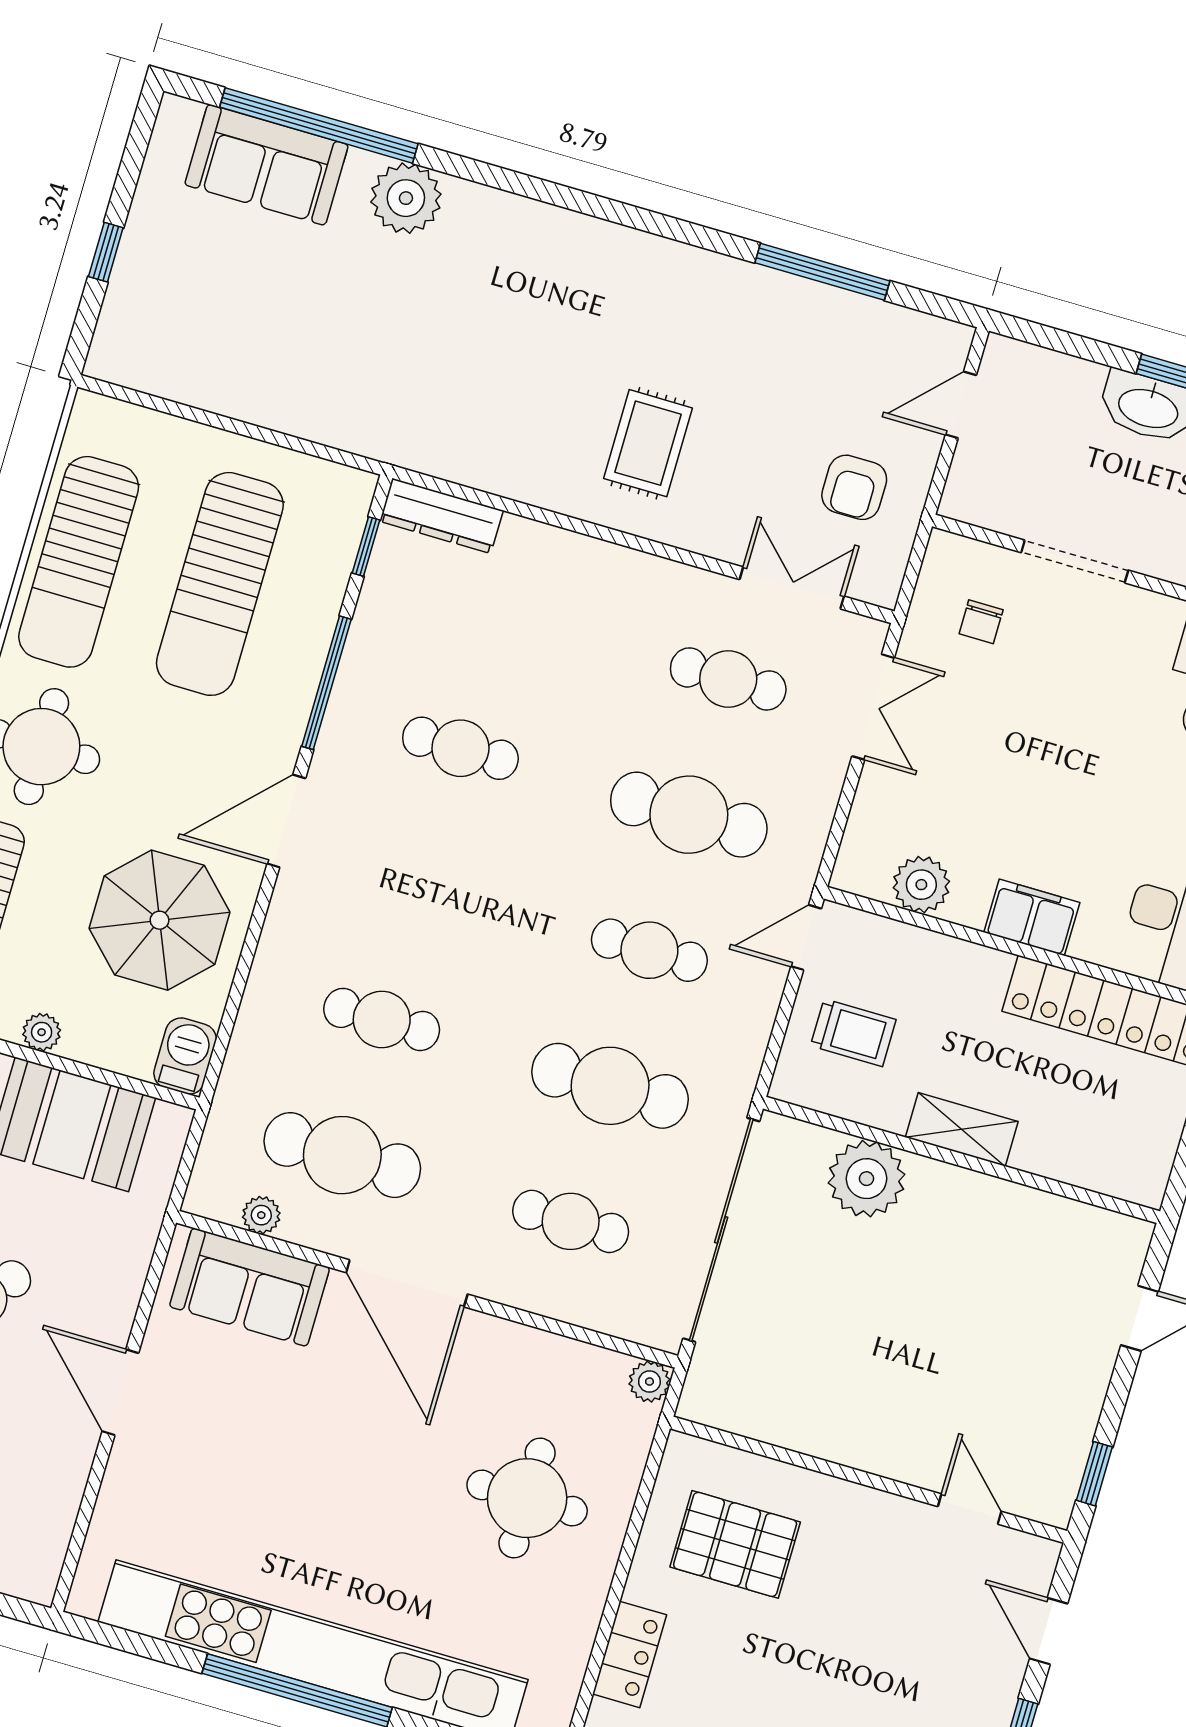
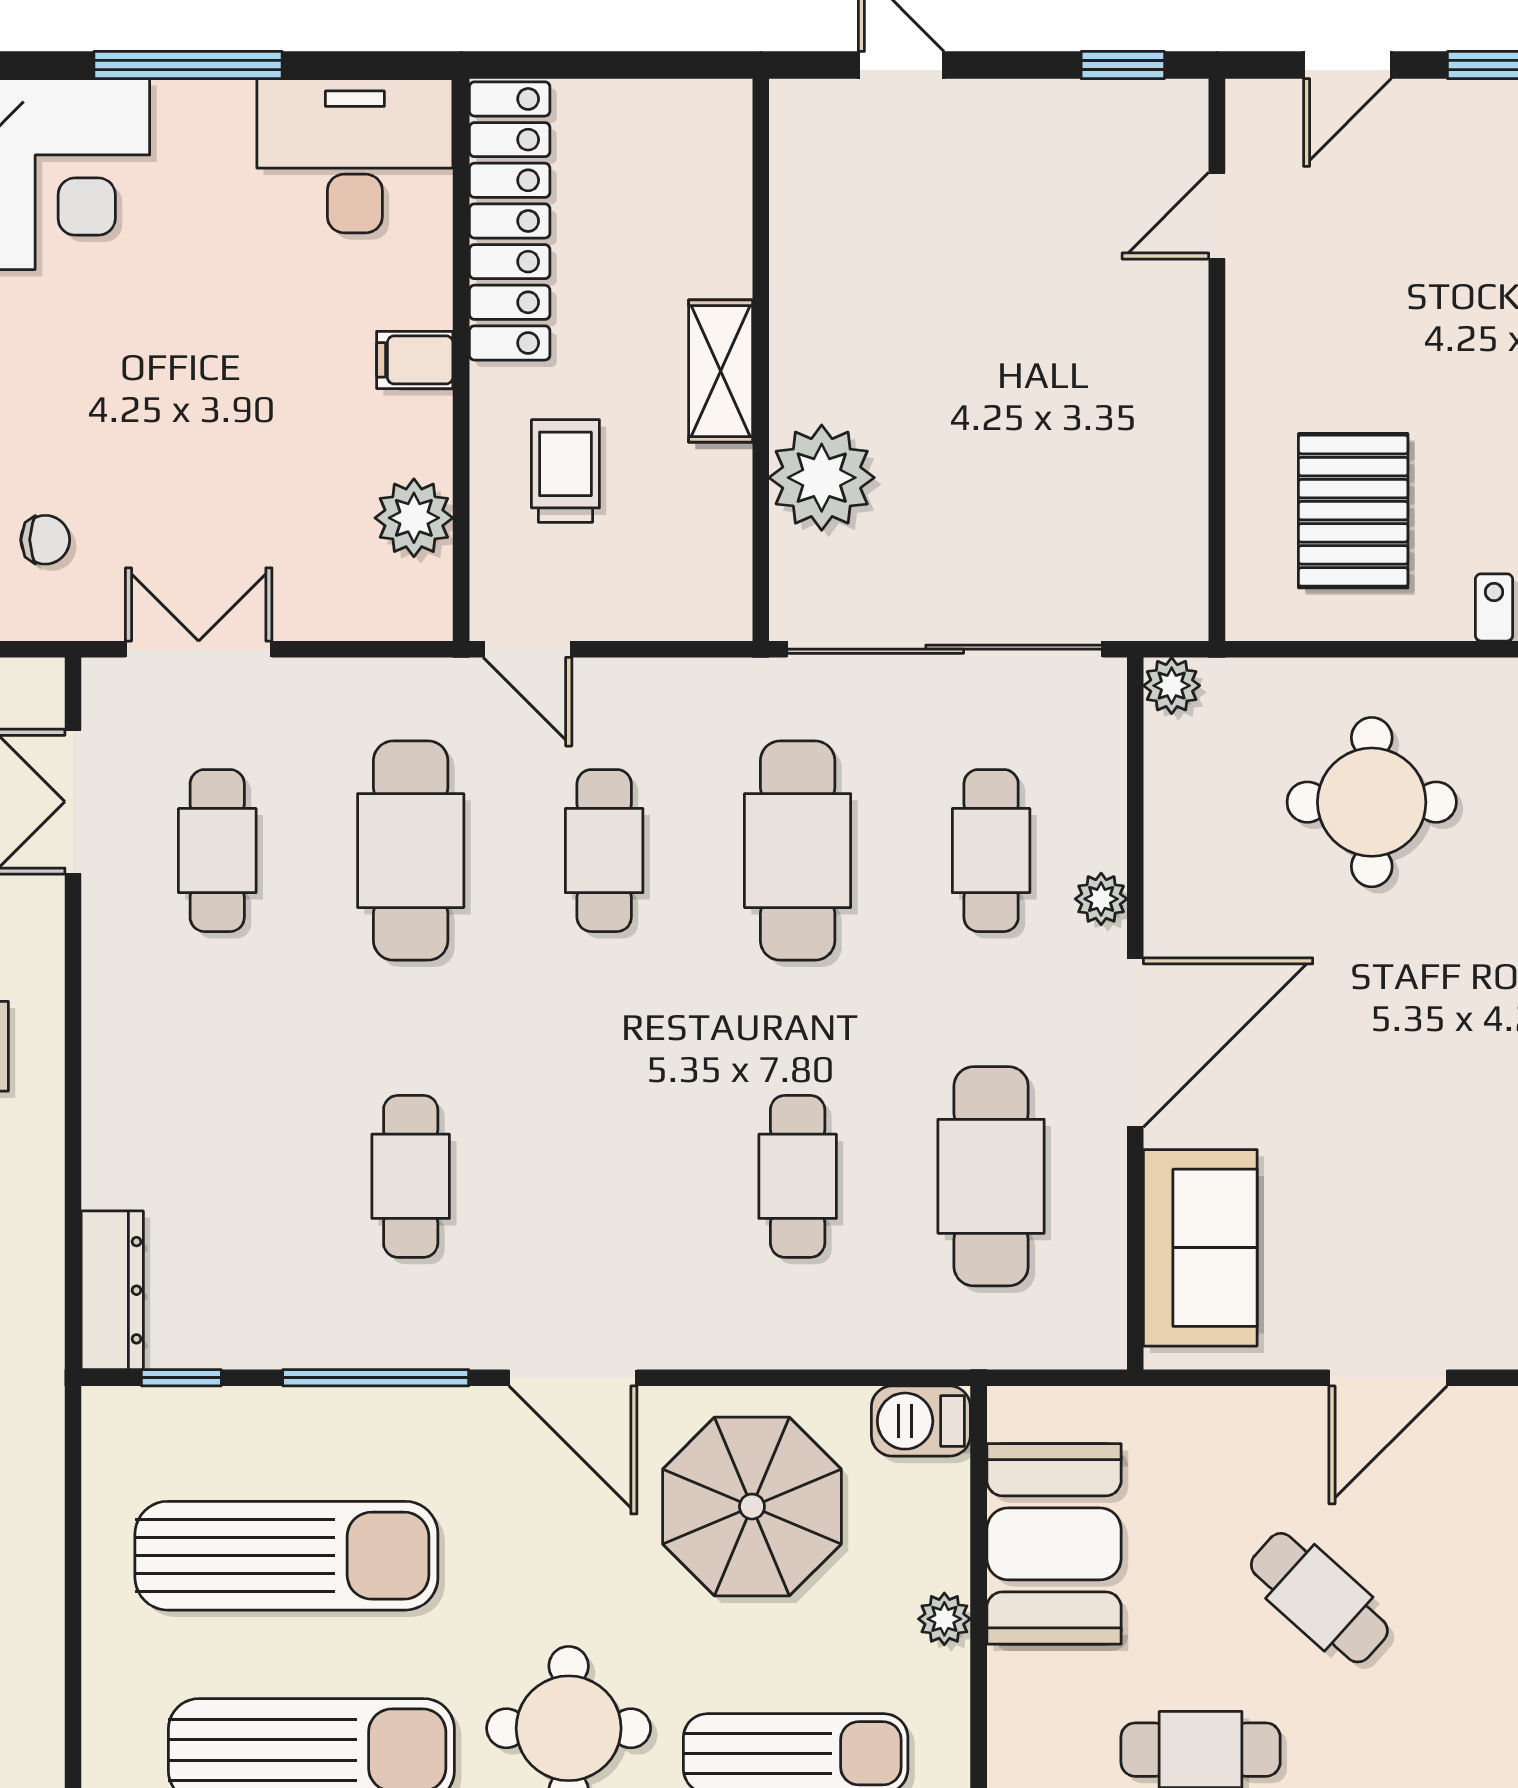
filing cabinet: (1032, 917) -> (415, 360), width x0.50
trolley: (853, 1033) -> (565, 471), moved
plant: (261, 1215) -> (1101, 899), moved

